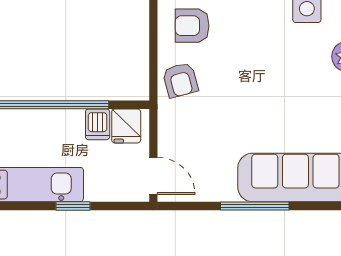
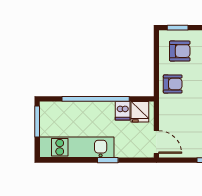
armchair: (192, 26) -> (180, 51), turned 180
armchair: (180, 80) -> (173, 84), turned -75

